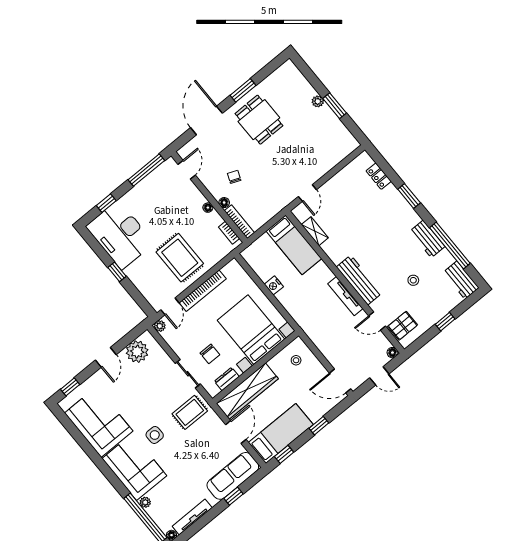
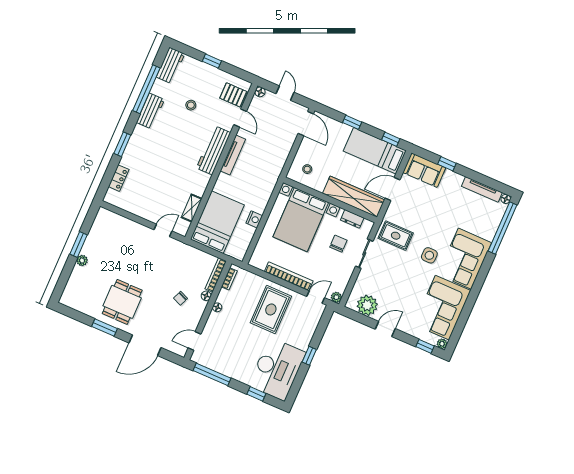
bed: (294, 245) -> (217, 222), width x1.50
sofa: (233, 476) -> (424, 170), width x0.73
plant: (145, 502) -> (442, 344), moved

